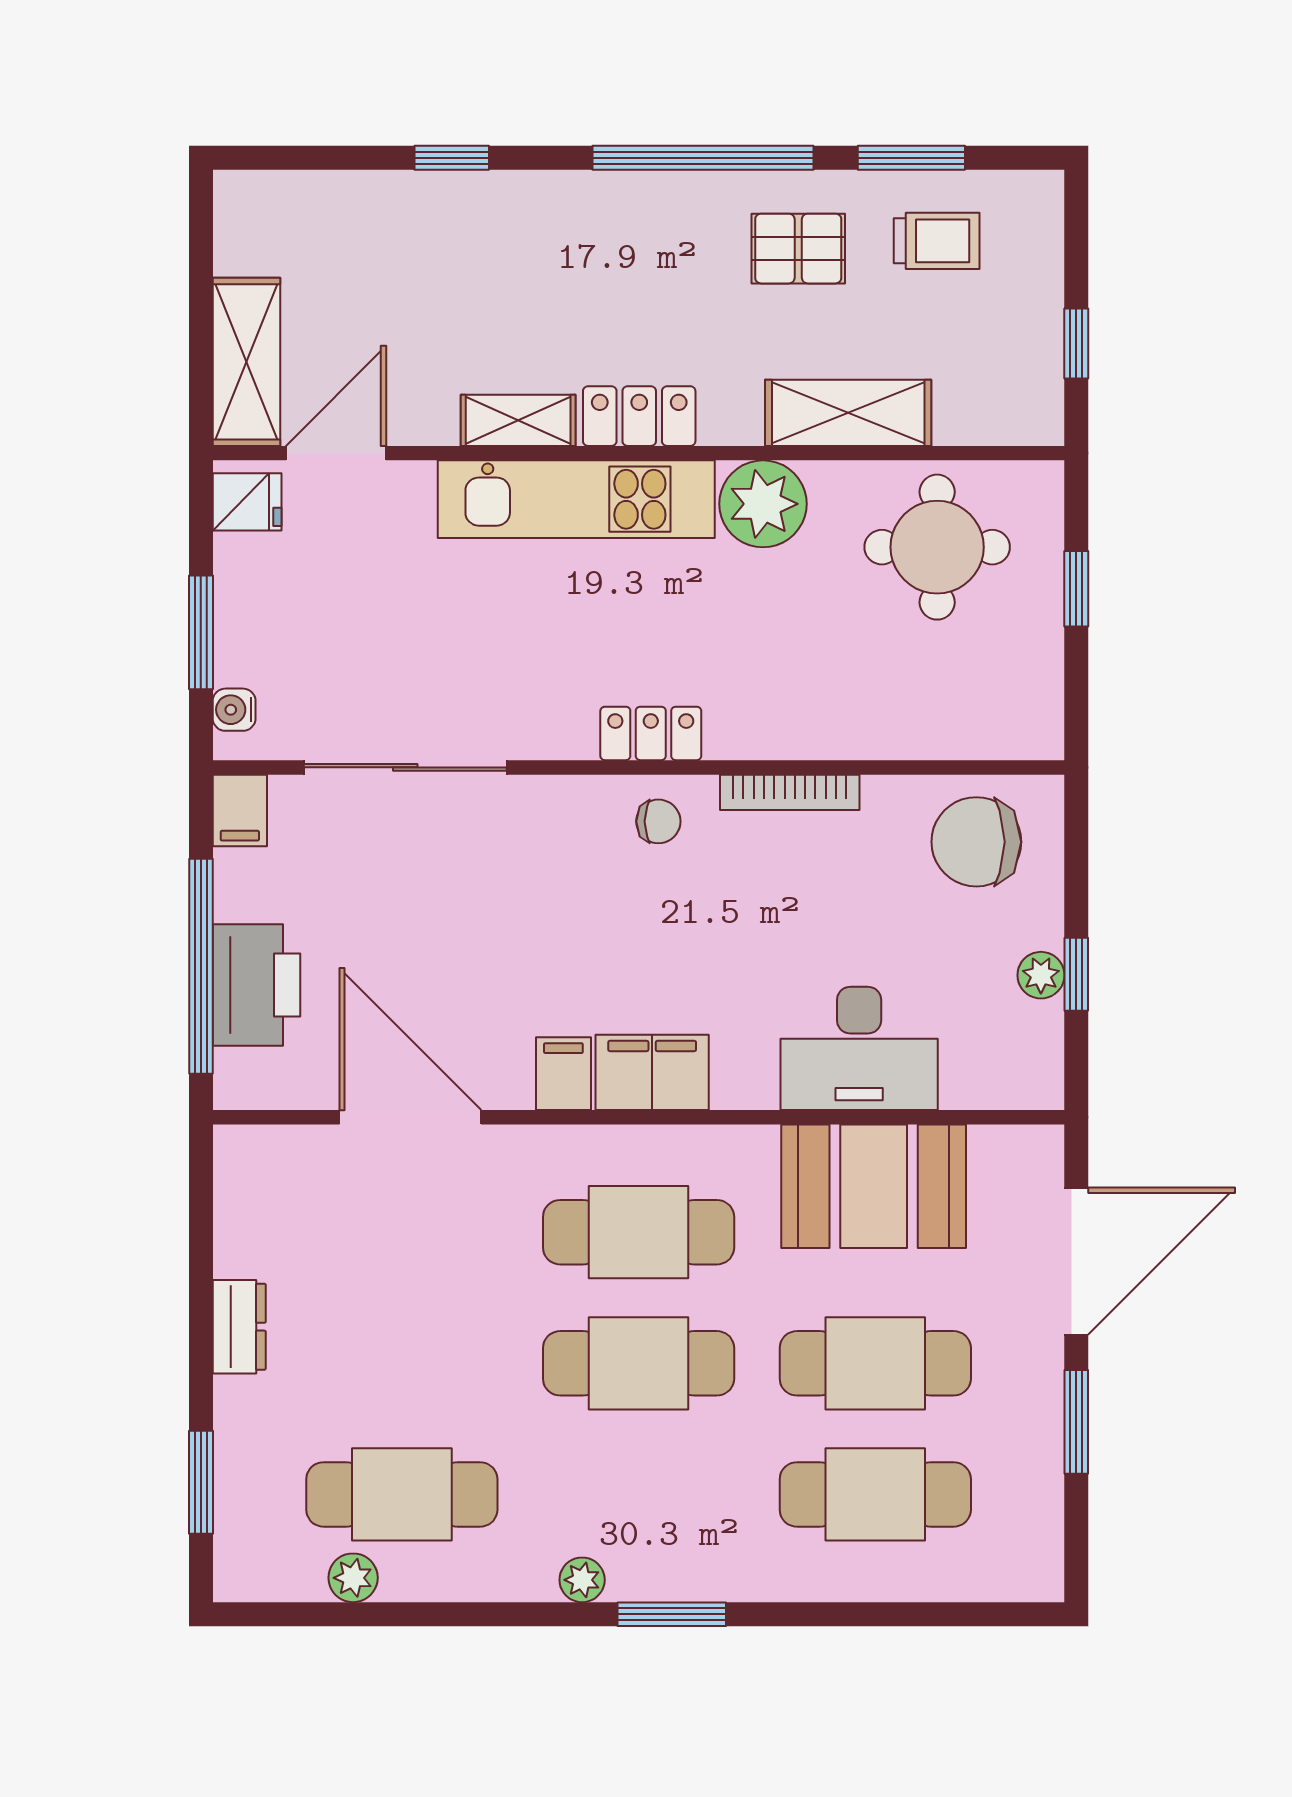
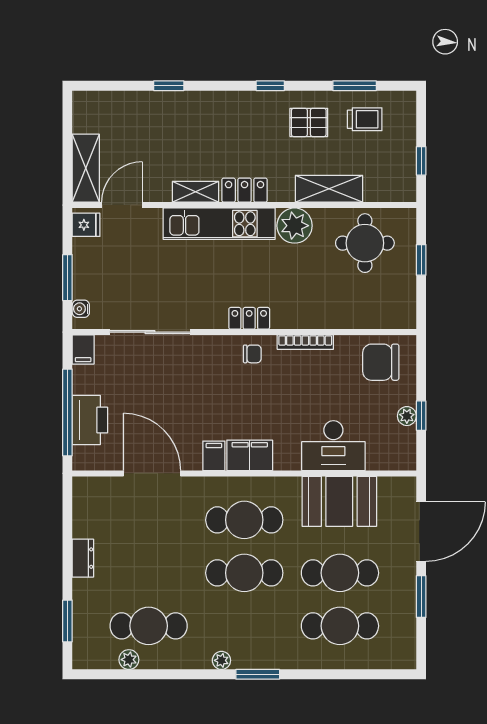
window: (703, 158) -> (270, 86), width x0.32

